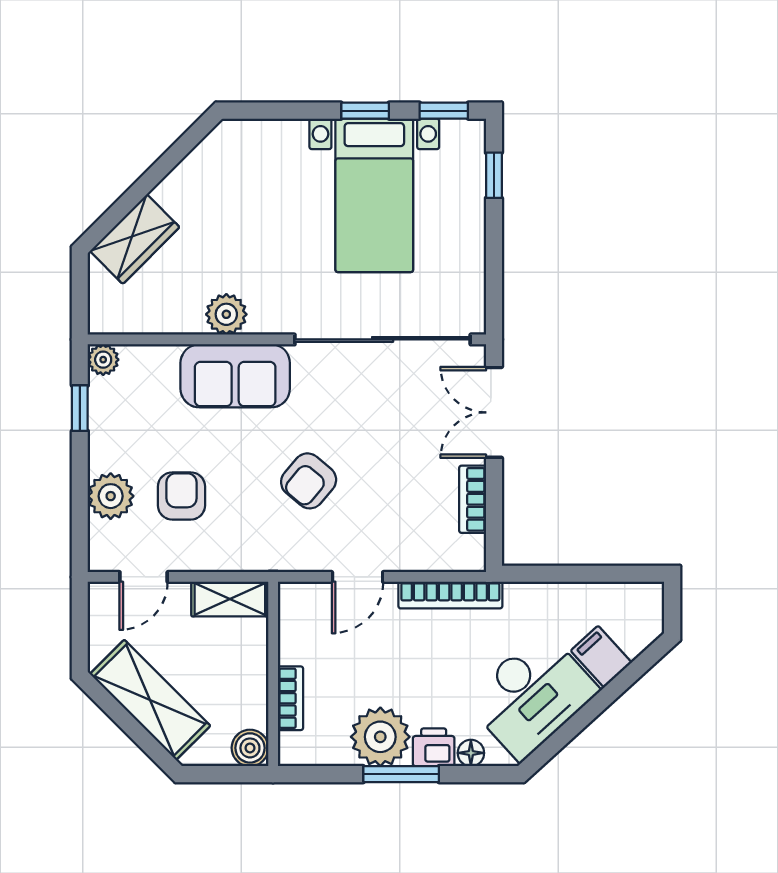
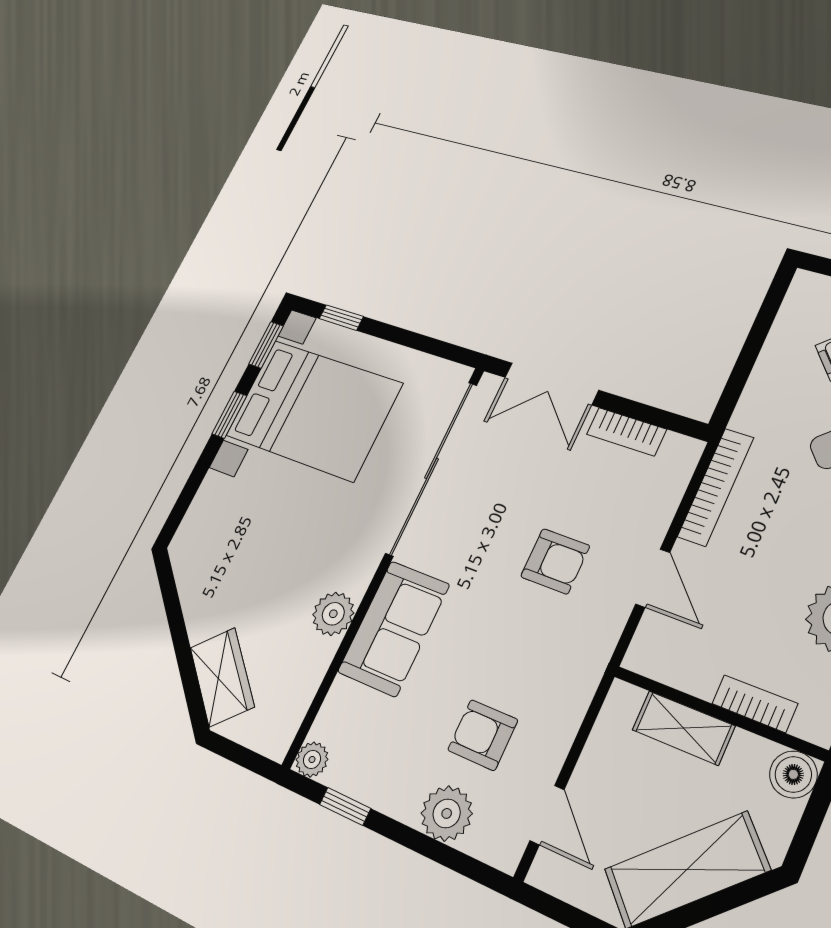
bed with nightstands: (374, 195) -> (313, 410), width x1.36
armchair: (309, 481) -> (555, 561), moved, turned -40
shelving: (230, 599) -> (683, 728), moved, turned 90

